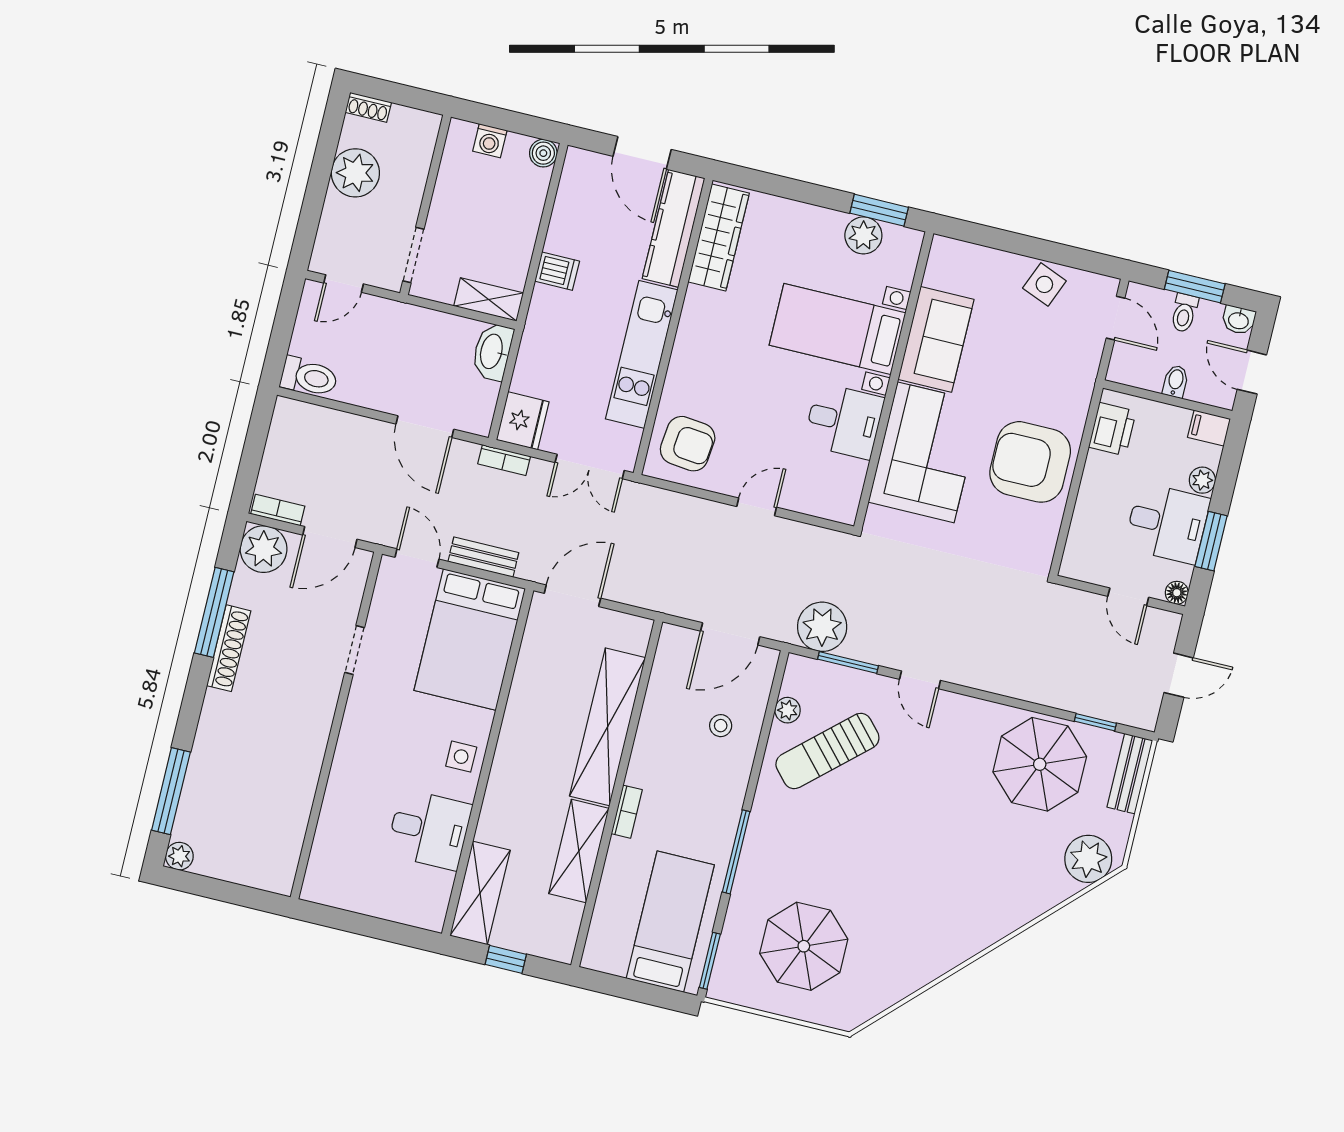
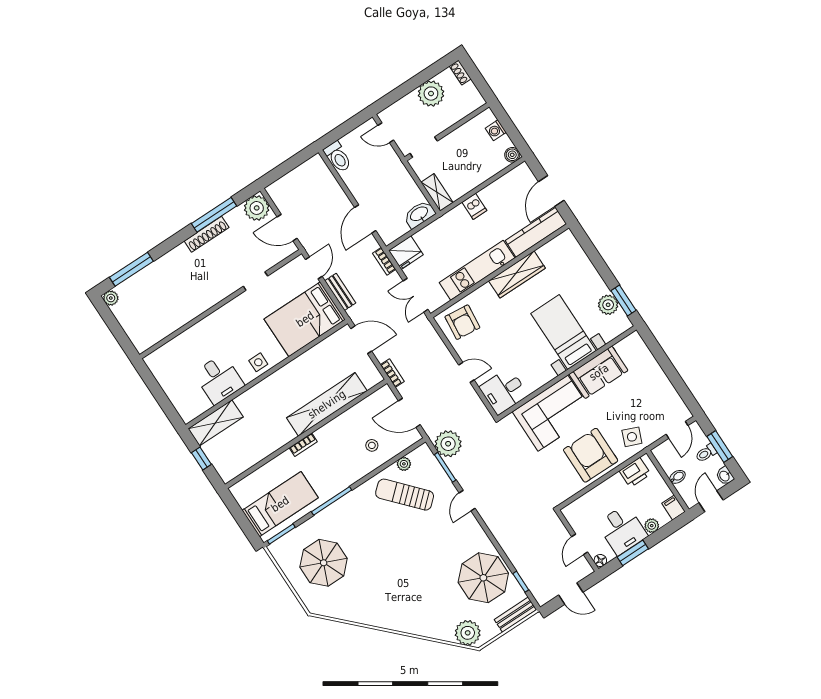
wardrobe: (719, 237) -> (517, 274), moved
side table: (1044, 284) -> (632, 437), moved
desk: (844, 421) -> (504, 391), moved, turned 90
bookcase: (278, 510) -> (392, 373), moved
shelving: (579, 851) -> (270, 443), removed

